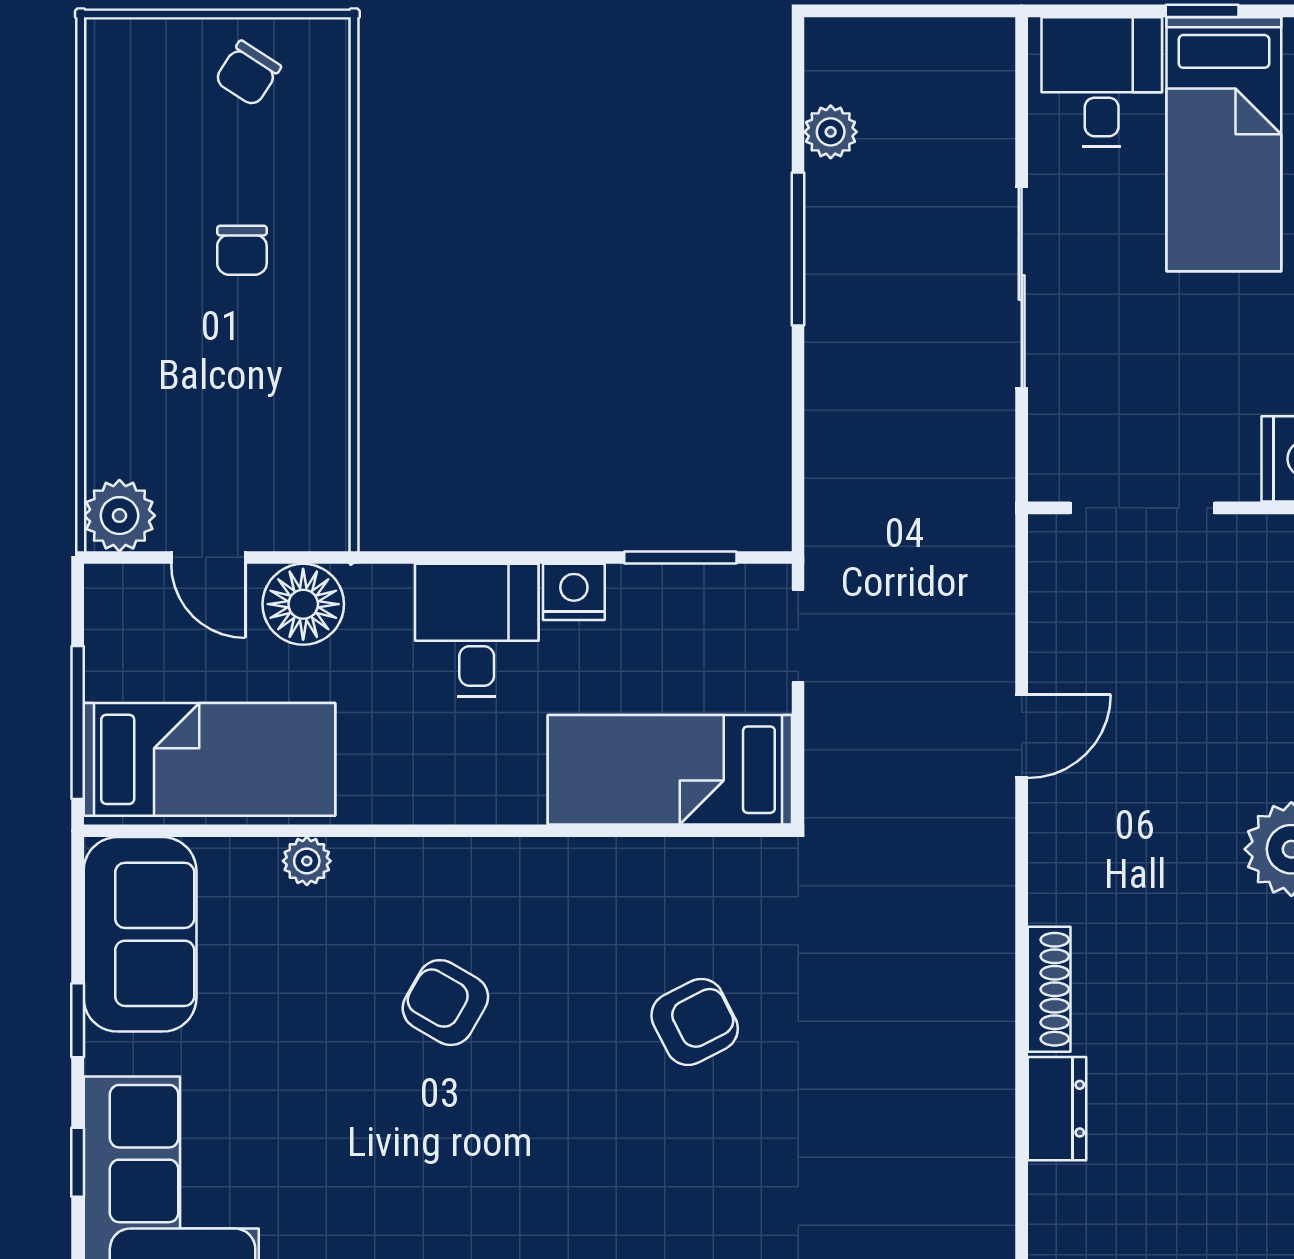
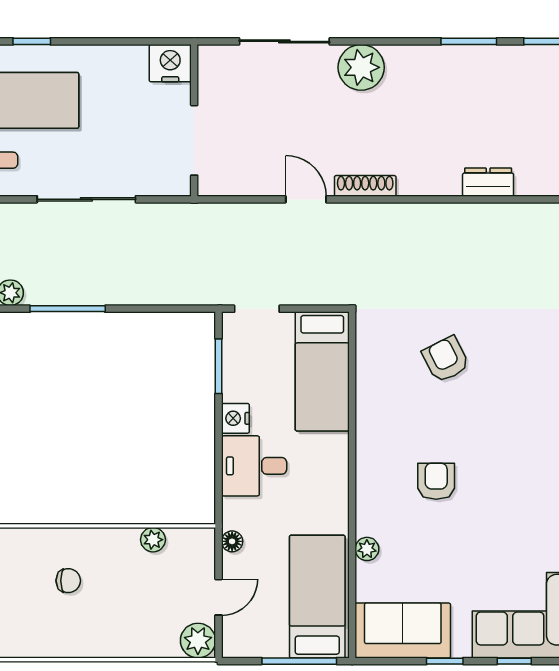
plant: (326, 424) -> (153, 540), added
floor lamp: (303, 604) -> (232, 541), width x0.53, depth x0.53
shoe rack: (1049, 989) -> (365, 186), moved
armchair: (445, 1003) -> (436, 481), turned 150

